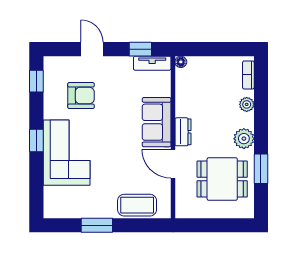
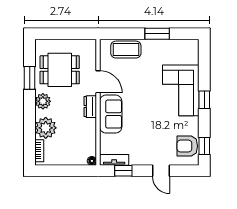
armchair: (81, 96) -> (187, 146), moved
plant: (247, 104) -> (46, 128), width x1.88, depth x1.88

